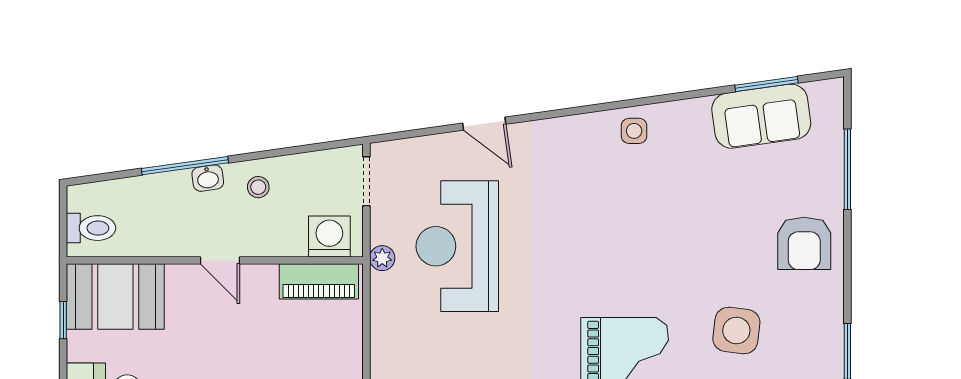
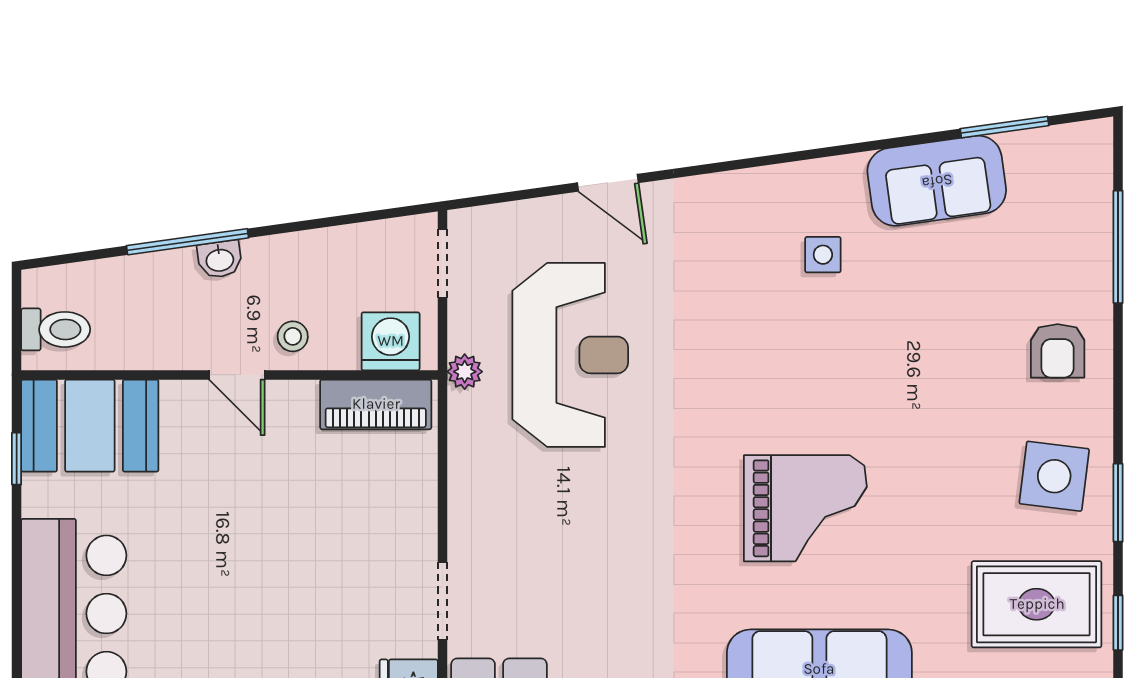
sofa: (761, 116) -> (937, 181), moved
side table: (634, 131) -> (823, 255), moved
stool: (258, 187) -> (293, 336), moved
armchair: (804, 243) -> (1058, 351), width x0.72, depth x0.72
reception desk: (457, 246) -> (570, 355), turned 180
side table: (736, 331) -> (1054, 476), moved

